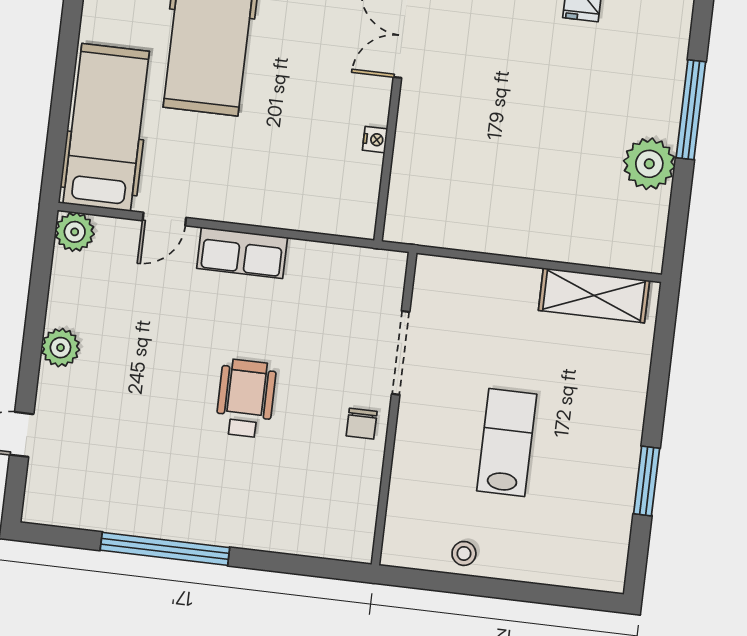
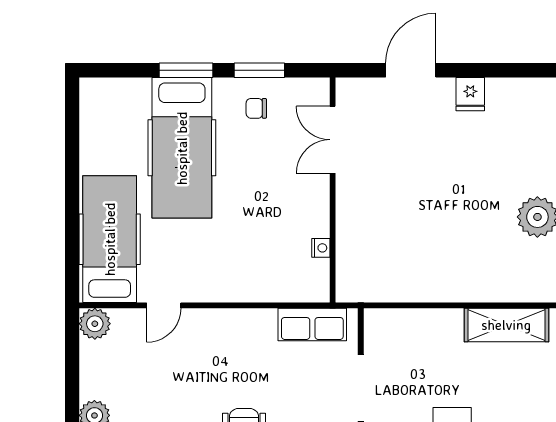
nightstand: (375, 140) -> (321, 248), moved
row of seats: (242, 253) -> (312, 325), moved

